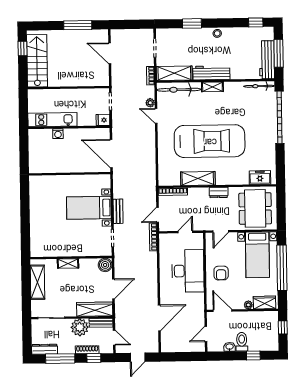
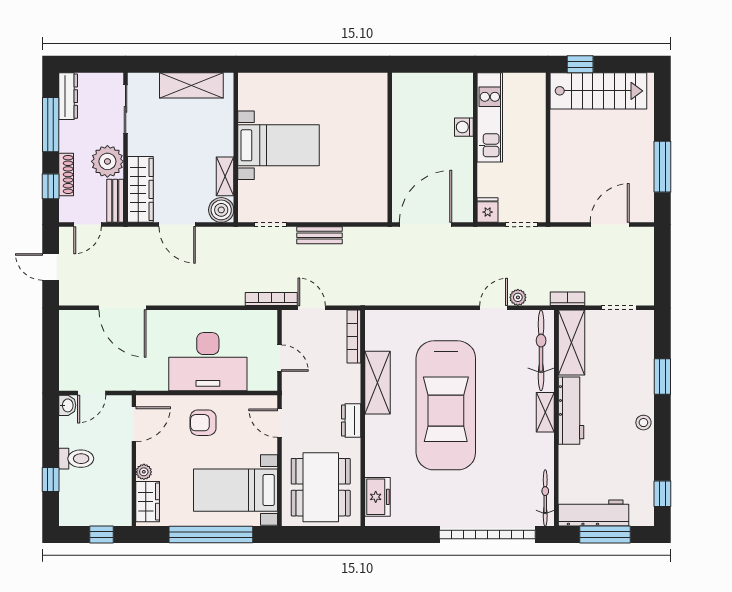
window: (22, 48) -> (580, 64), moved
bed with nightstands: (89, 208) -> (279, 145), moved, turned 90
dining table: (255, 208) -> (321, 487), turned 90
shelving: (68, 263) -> (225, 176), moved
door: (206, 334) -> (92, 393), swing flipped
washbasin: (230, 347) -> (67, 405), moved

